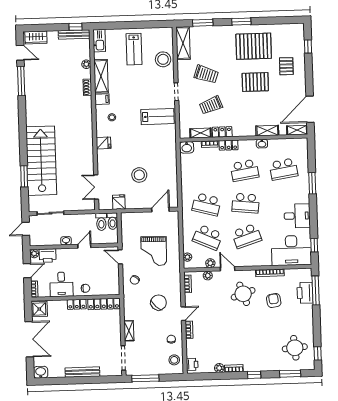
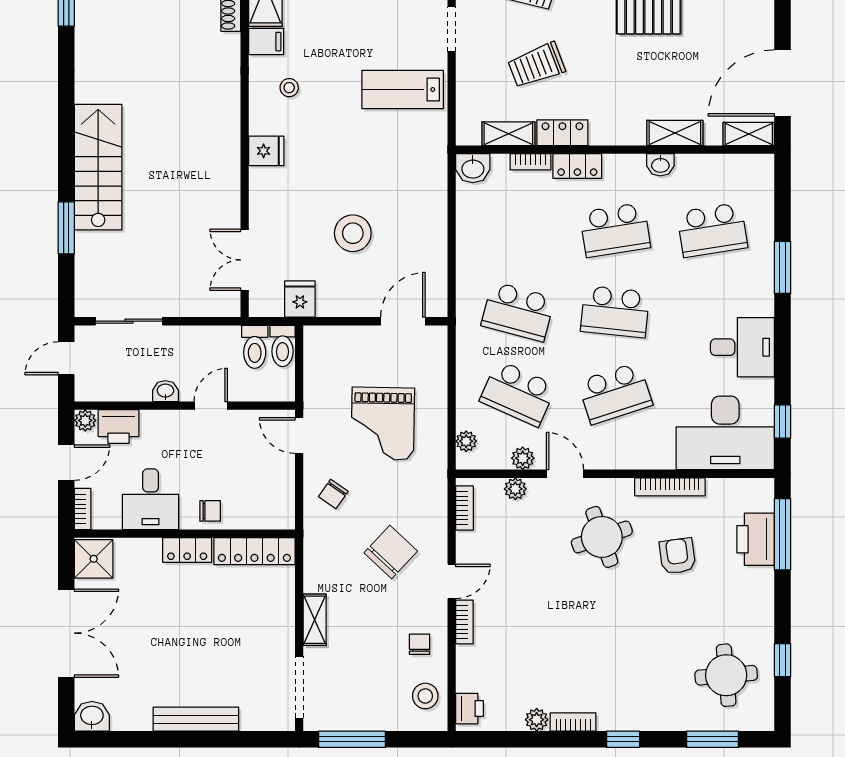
lab bench: (157, 117) -> (403, 89), turned 180
stairs: (41, 161) -> (98, 167), width x0.73, depth x0.66
window: (318, 353) -> (783, 660), moved

